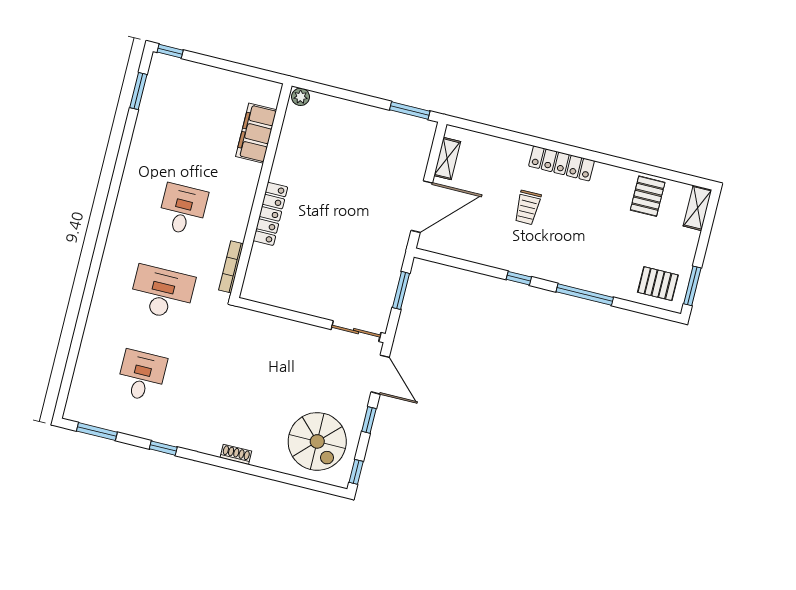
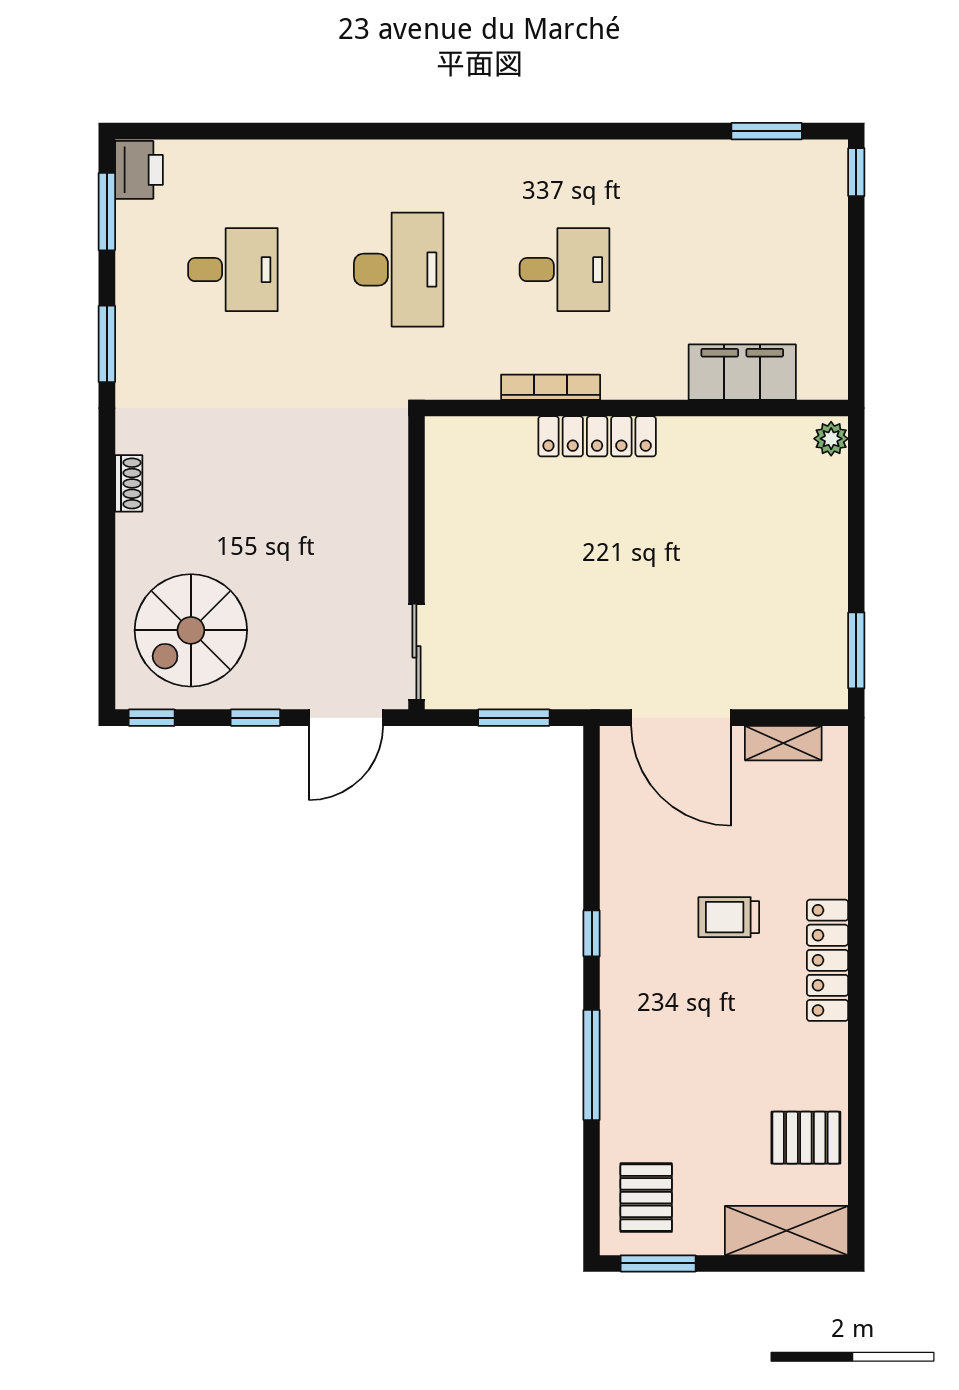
shelving: (697, 208) -> (786, 1231), width x1.50, depth x1.33
bookcase: (231, 267) -> (551, 387), moved
printer: (80, 410) -> (139, 170), added
window: (163, 448) -> (107, 344), width x1.50

